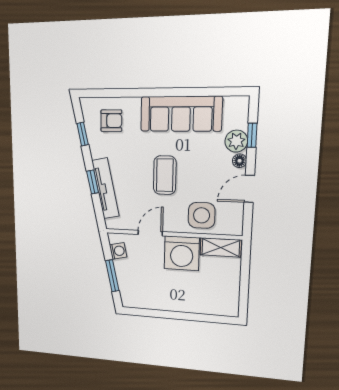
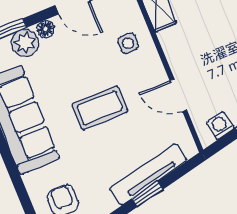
side table: (202, 215) -> (128, 43), width x0.54, depth x0.54
washing machine: (182, 253) -> (185, 46), removed

